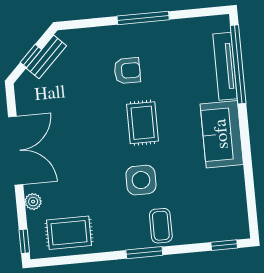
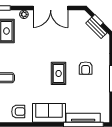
rug: (143, 123) -> (59, 73), turned 90
side table: (141, 180) -> (30, 70), removed
armchair: (225, 195) -> (18, 112), added

